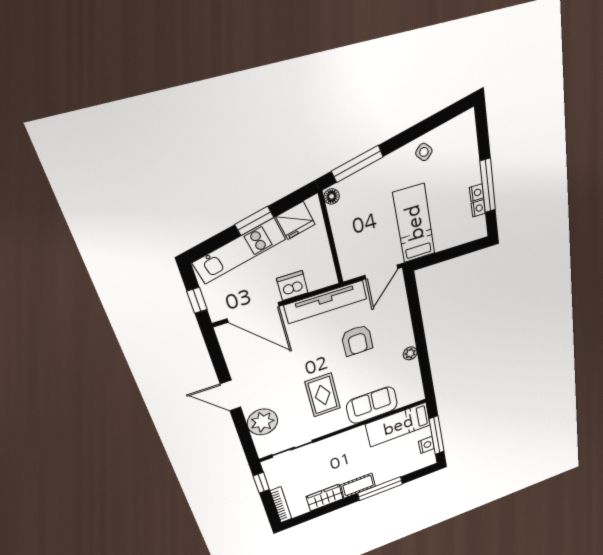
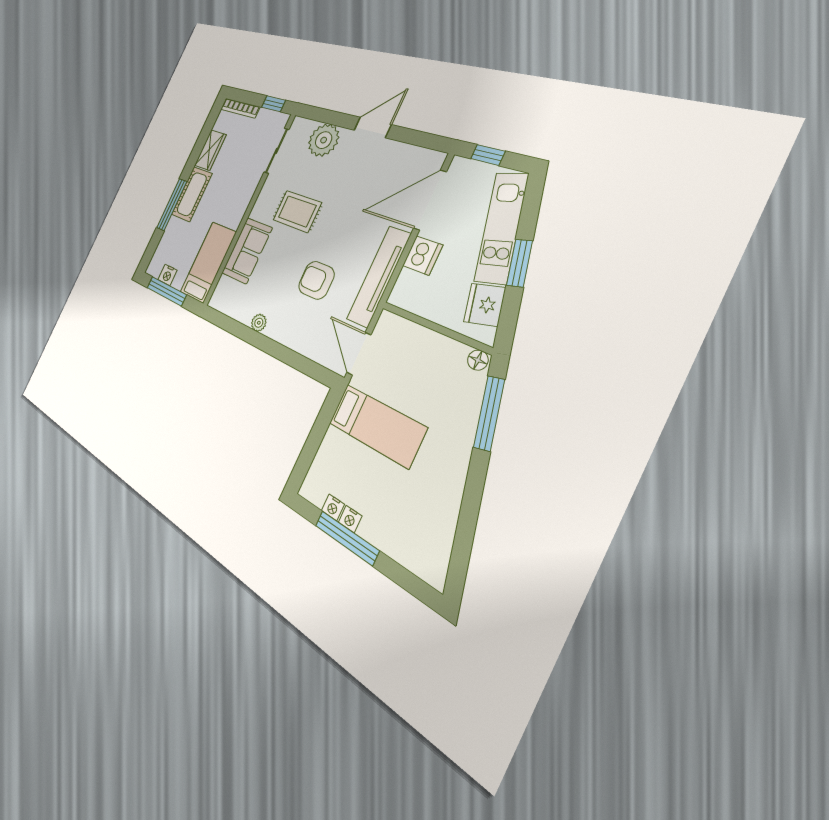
side table: (424, 152) -> (441, 496), removed
cot: (358, 486) -> (192, 194), width x1.37, depth x1.34

